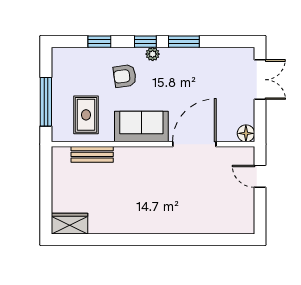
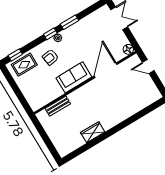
window: (99, 42) -> (15, 55), moved
window: (46, 102) -> (19, 94), removed
rug: (86, 115) -> (24, 65), moved, turned 90
wardrobe: (69, 224) -> (93, 132), moved

